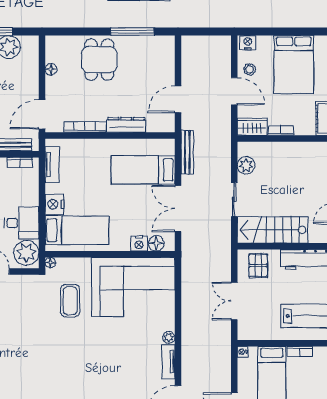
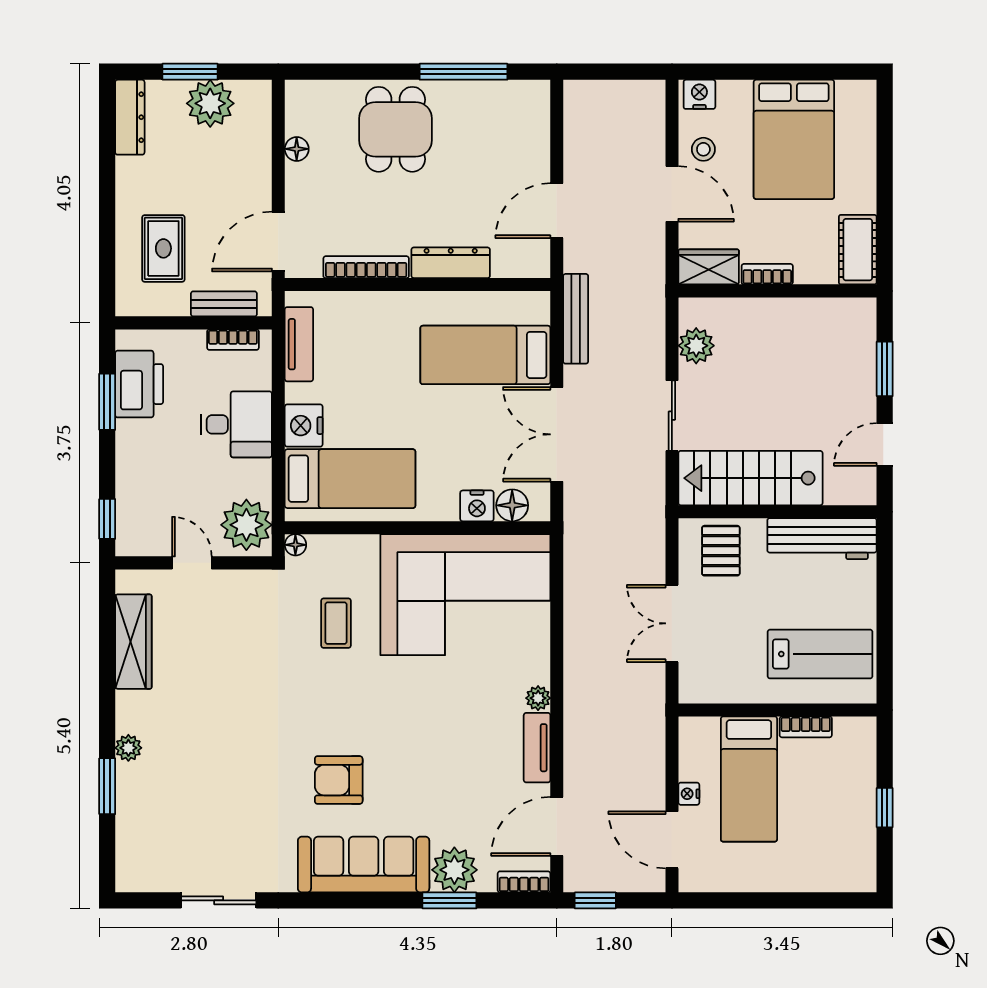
desk: (22, 223) -> (236, 424), moved
coffee table: (70, 301) -> (336, 623), width x0.73, depth x0.77
nightstand: (242, 352) -> (689, 794), moved
armchair: (71, 377) -> (339, 780), added

